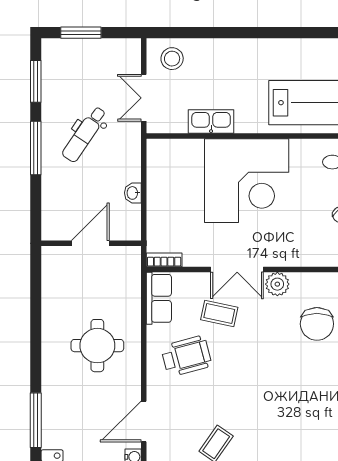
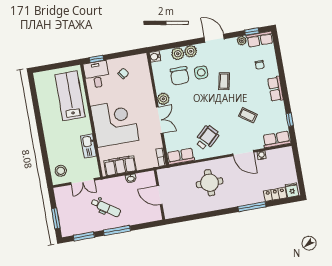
filing cabinet: (162, 176) -> (120, 166), added
coffee table: (219, 314) -> (224, 81), moved
chair: (317, 324) -> (180, 76), turned 90
wheelchair: (186, 356) -> (207, 138), turned 62
side table: (316, 367) -> (201, 72), added

